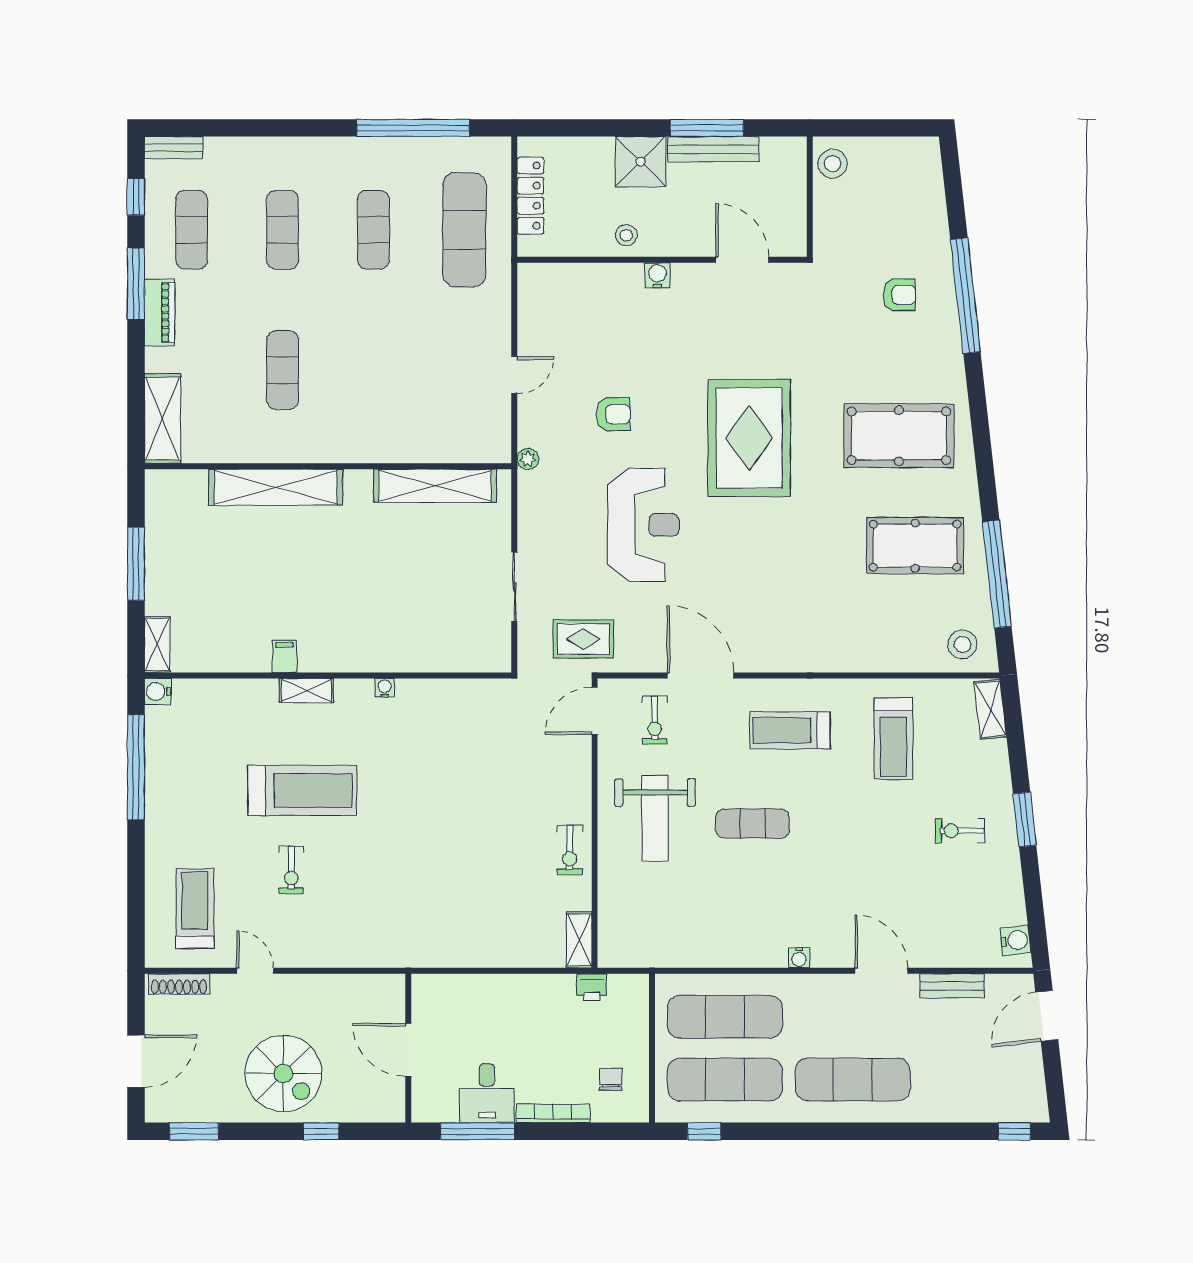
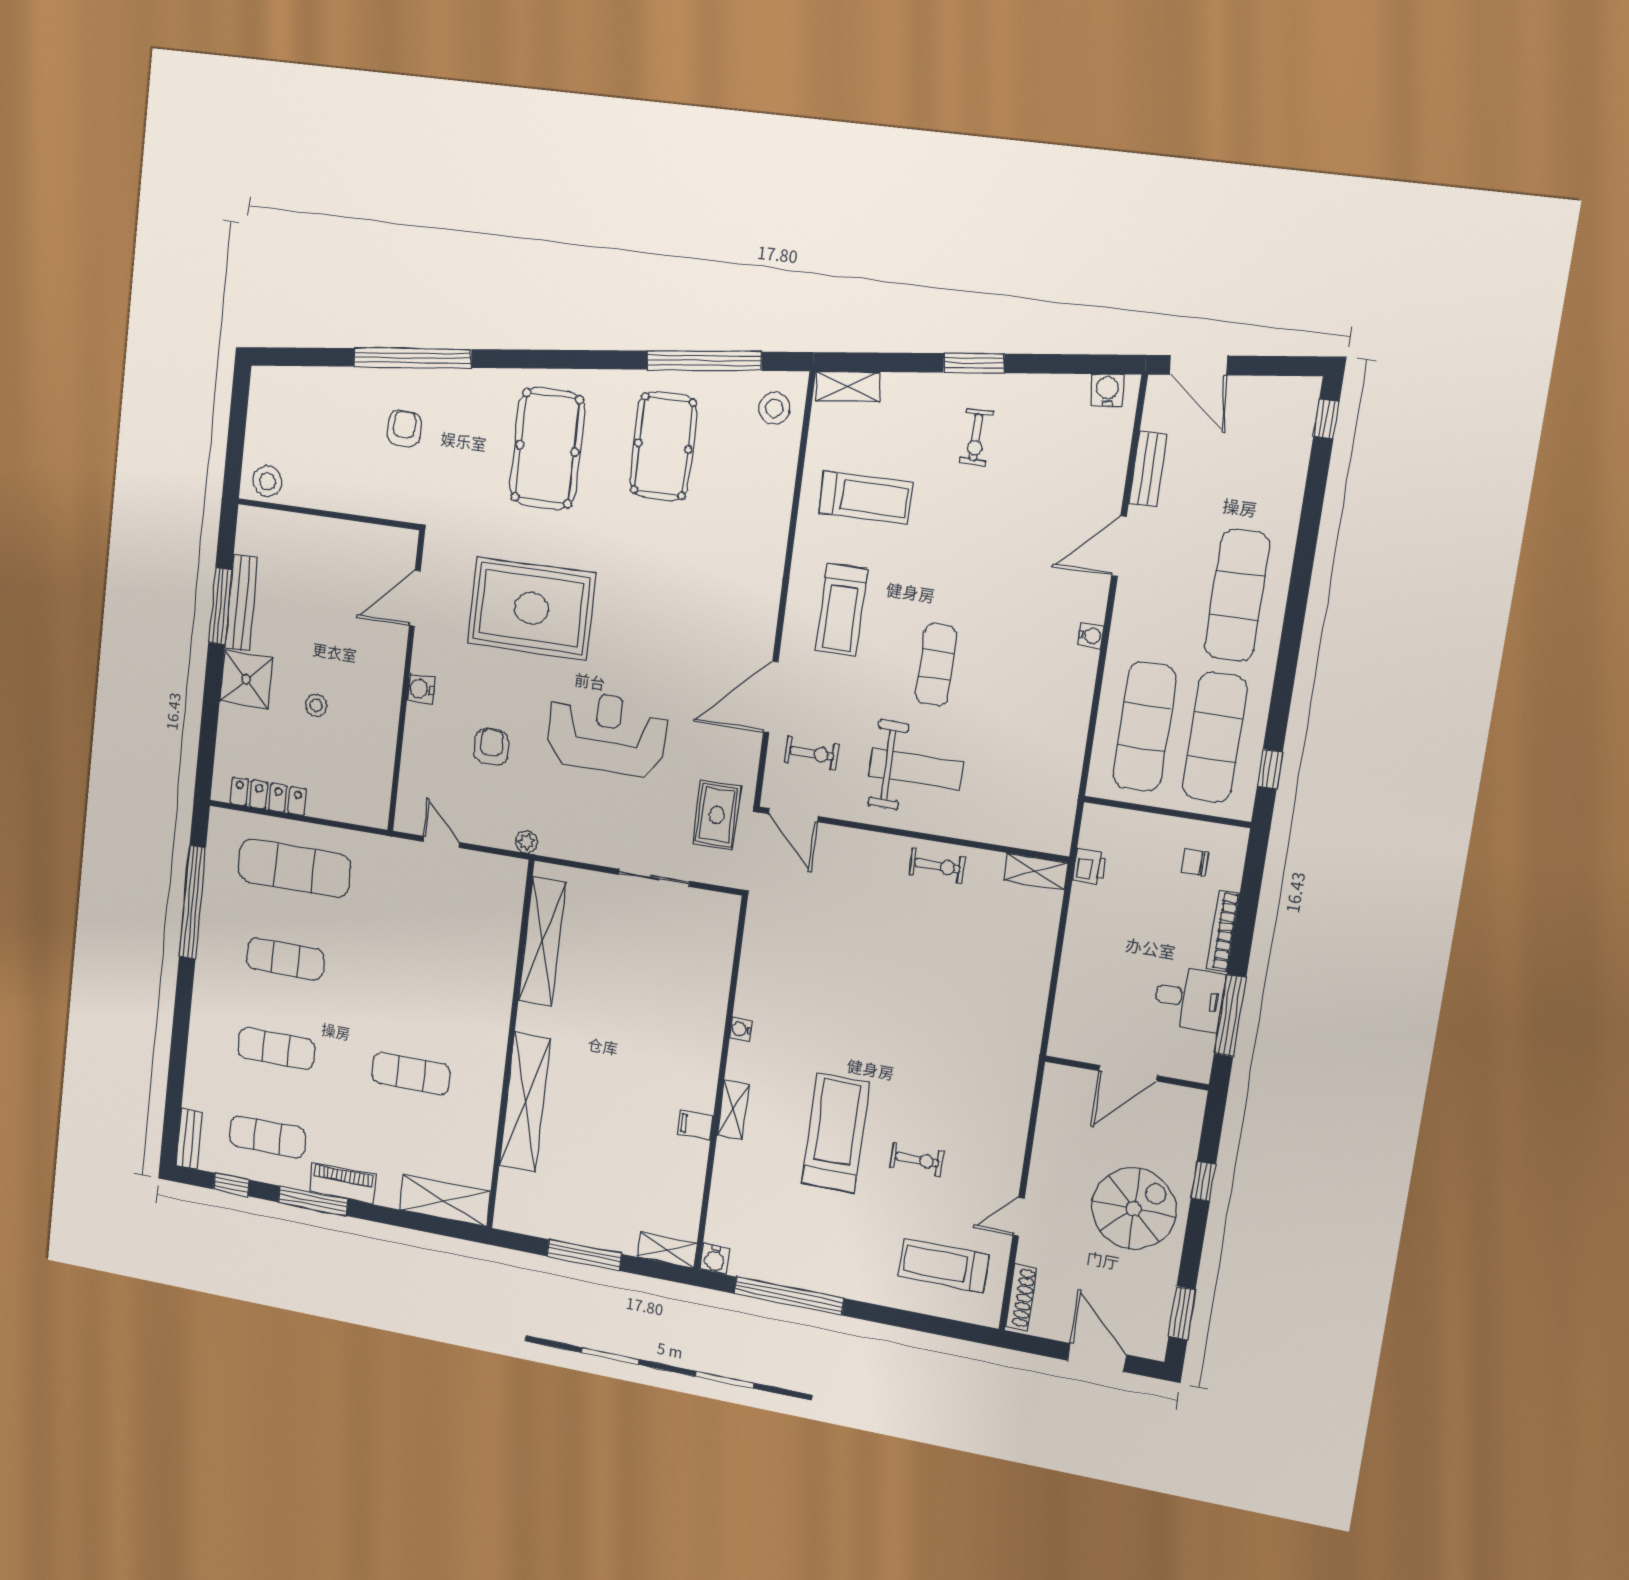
wall: (662, 260) -> (406, 682), moved
door: (742, 260) -> (415, 598), moved
water cooler: (657, 275) -> (421, 689), moved

